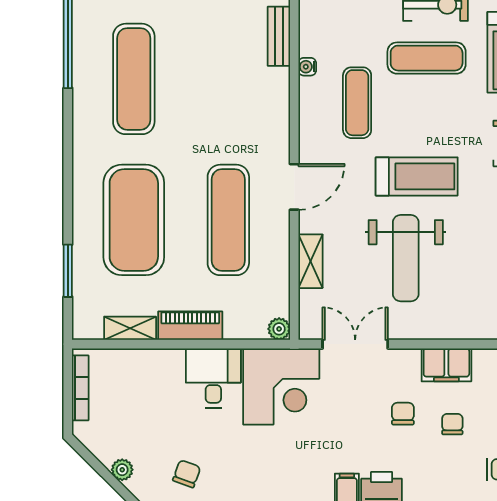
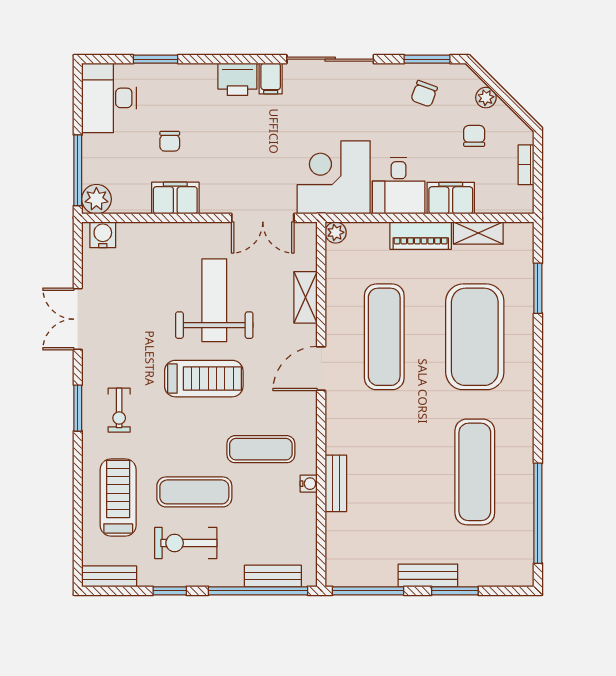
bench: (279, 36) -> (336, 483), moved
exercise mat: (357, 103) -> (261, 449), turned 90
treadmill: (417, 176) -> (204, 379), turned 180
filing cabinet: (159, 365) -> (451, 198), added
bookcase: (80, 388) -> (526, 165), width x0.64
chair: (403, 414) -> (474, 136), moved, turned 180

